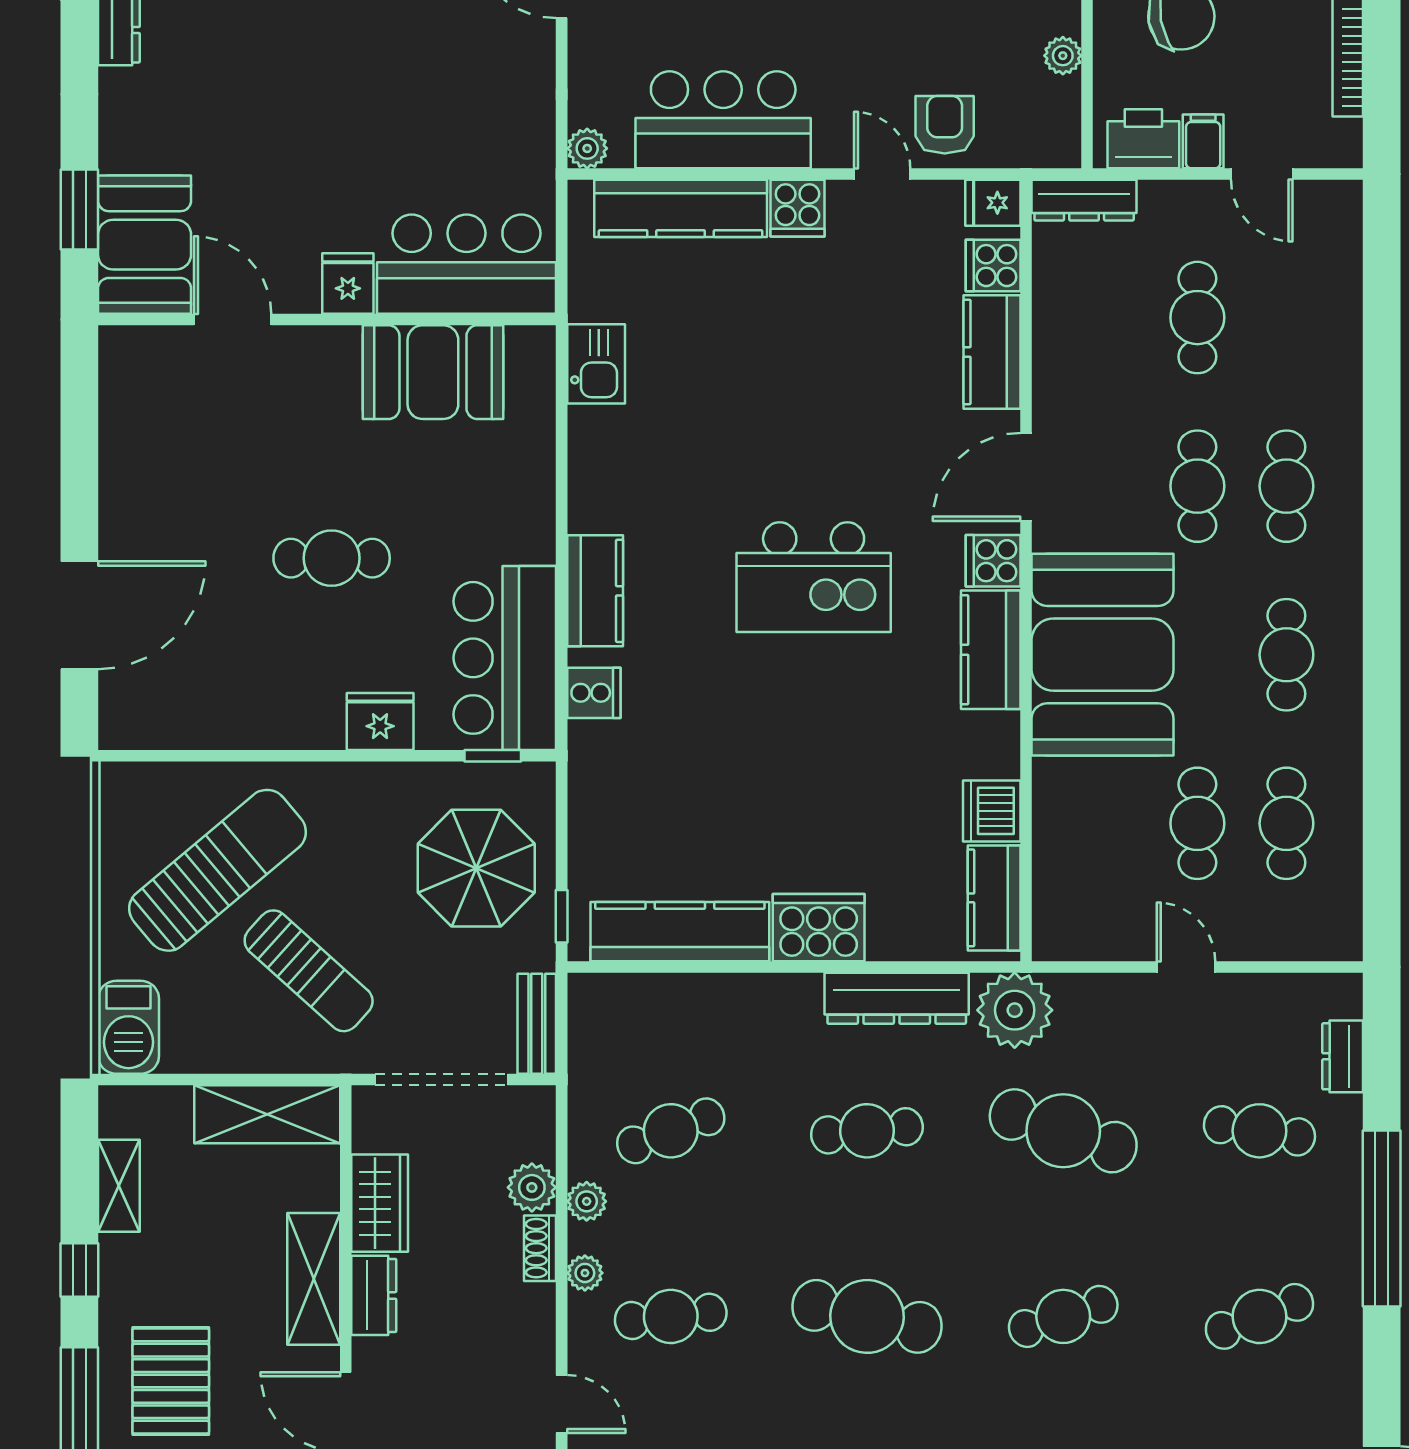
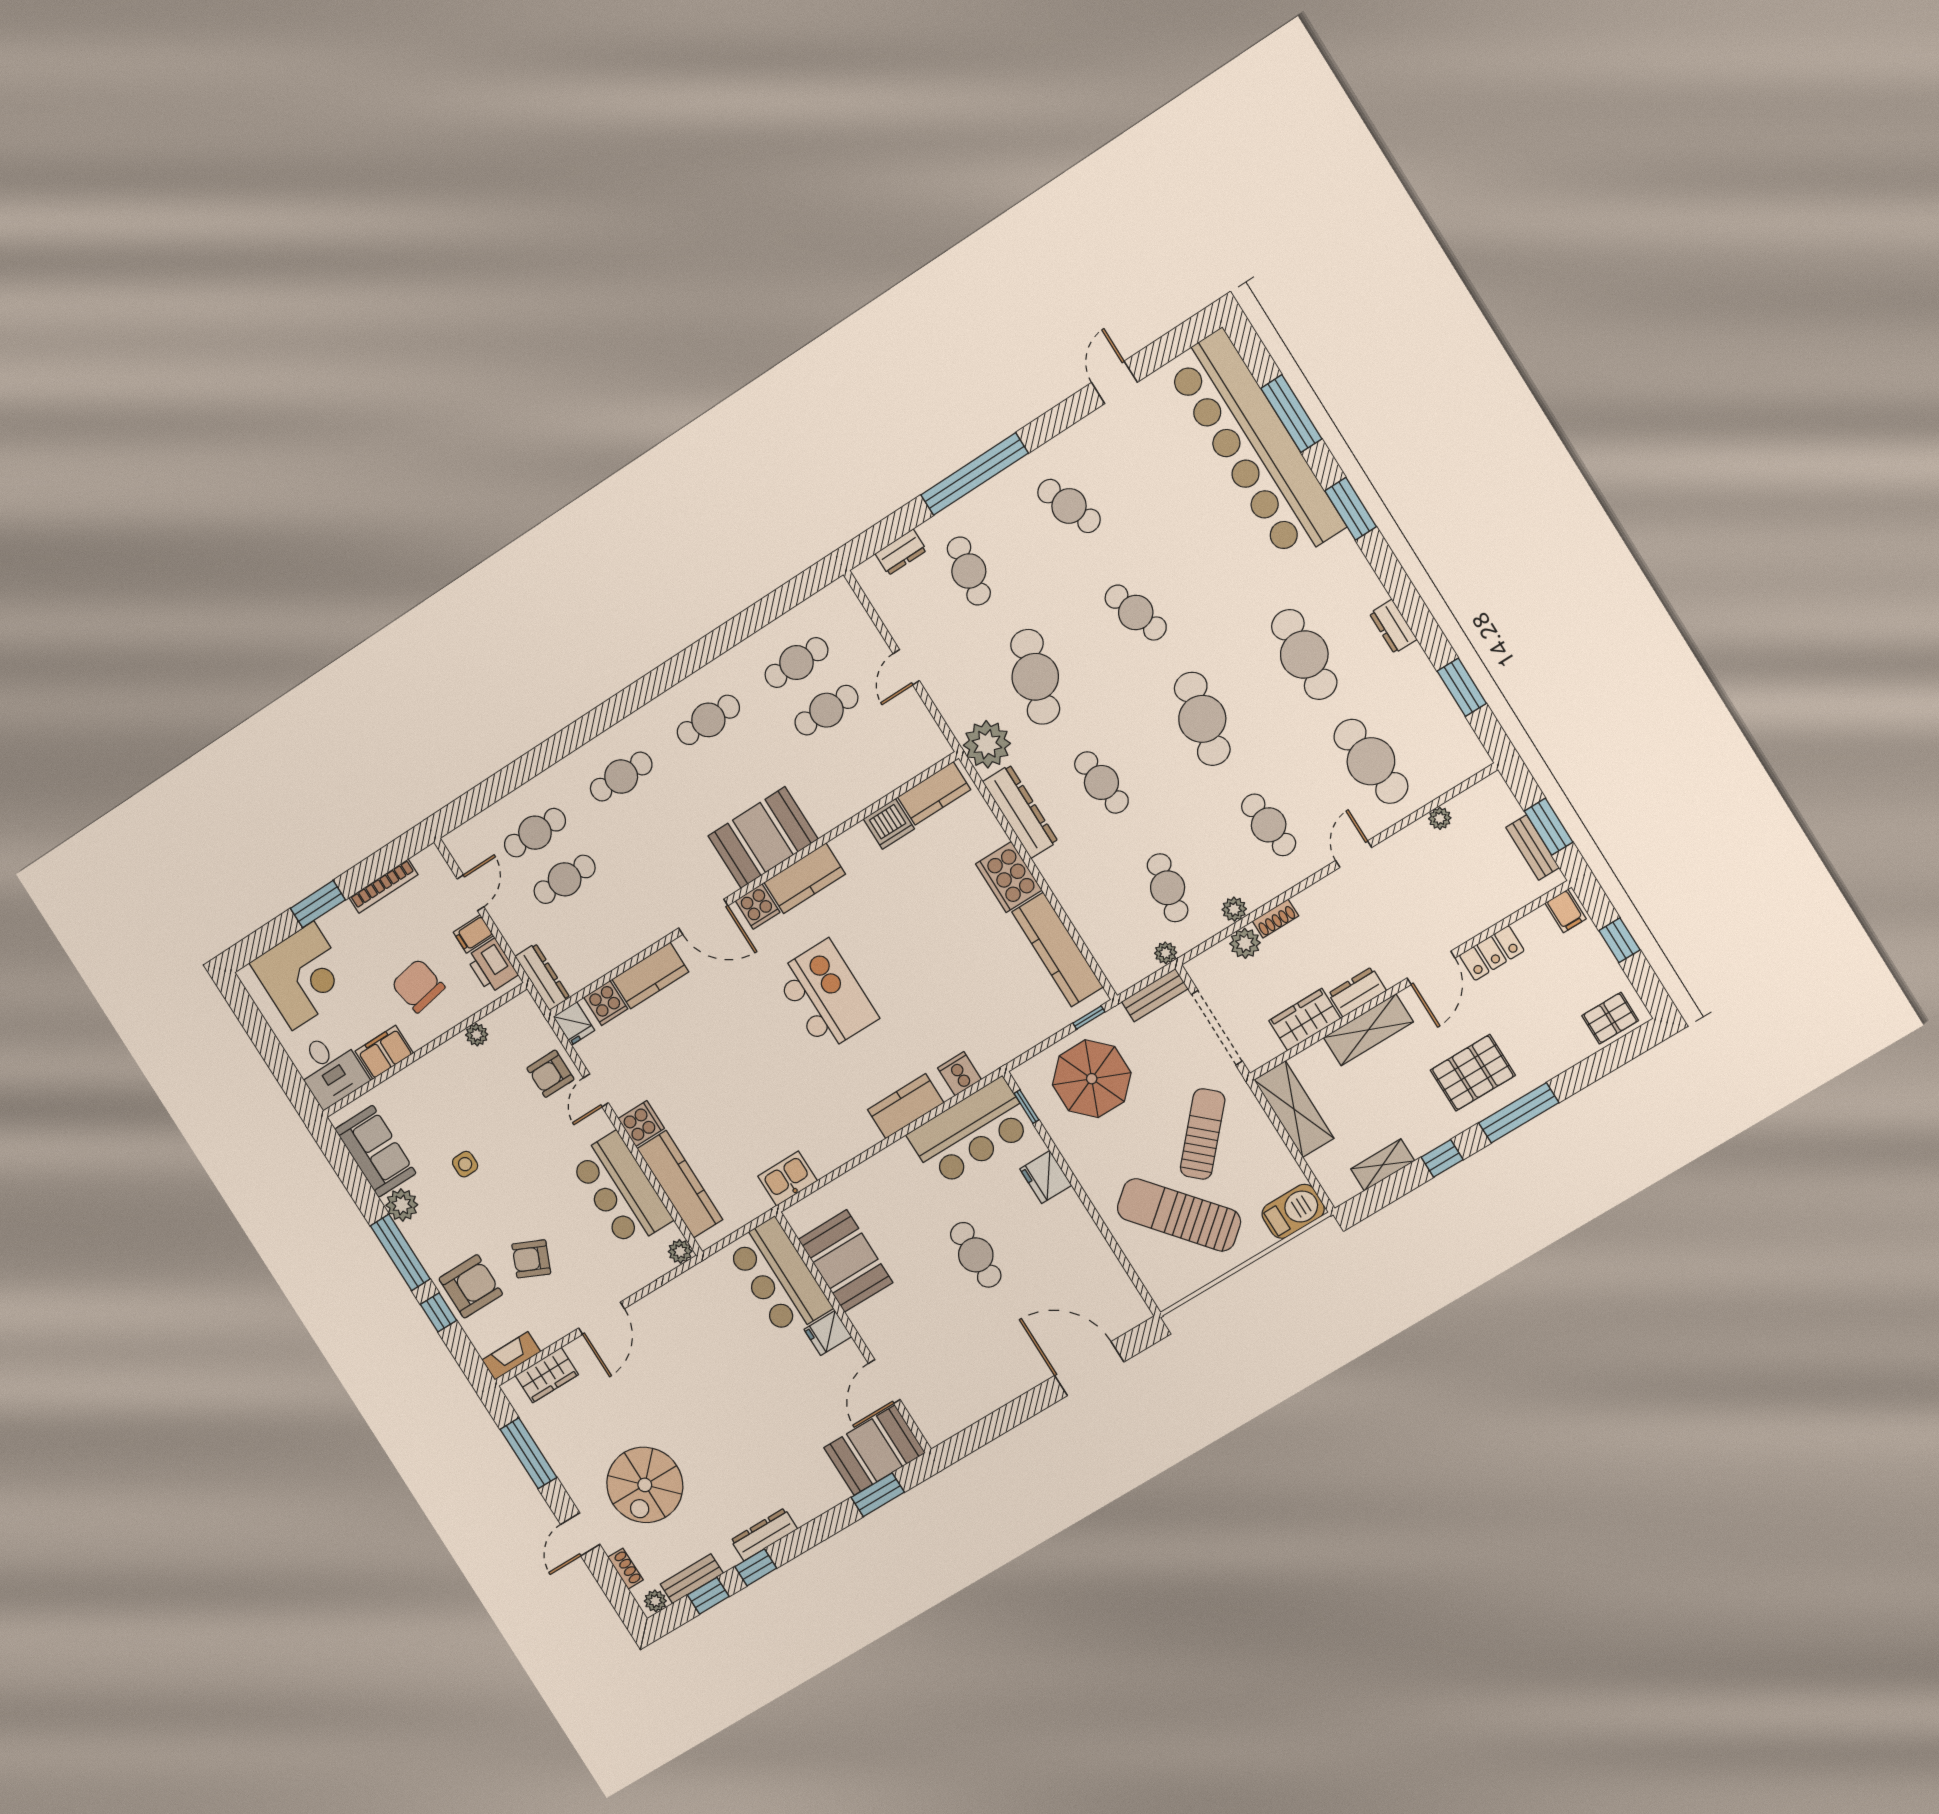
cafe table: (1197, 486) -> (535, 833), moved
booth: (1103, 655) -> (763, 838), width x0.73, depth x0.70
cafe table: (671, 1131) -> (1168, 888), turned 33
plant: (585, 1273) -> (1166, 953), moved

